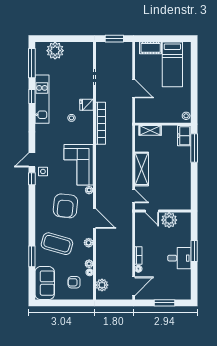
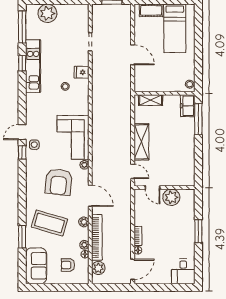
bookcase: (101, 123) -> (97, 237), moved
desk: (179, 258) -> (183, 271), moved, turned 90
window: (164, 303) -> (166, 287), removed

